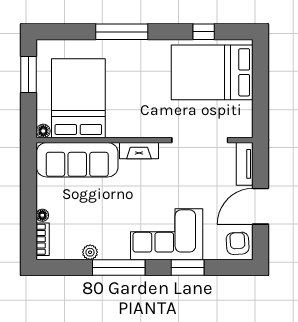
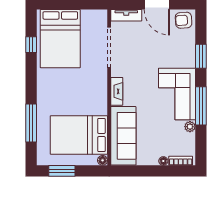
window: (122, 32) -> (31, 123), moved
corner sofa: (167, 234) -> (177, 94), moved

